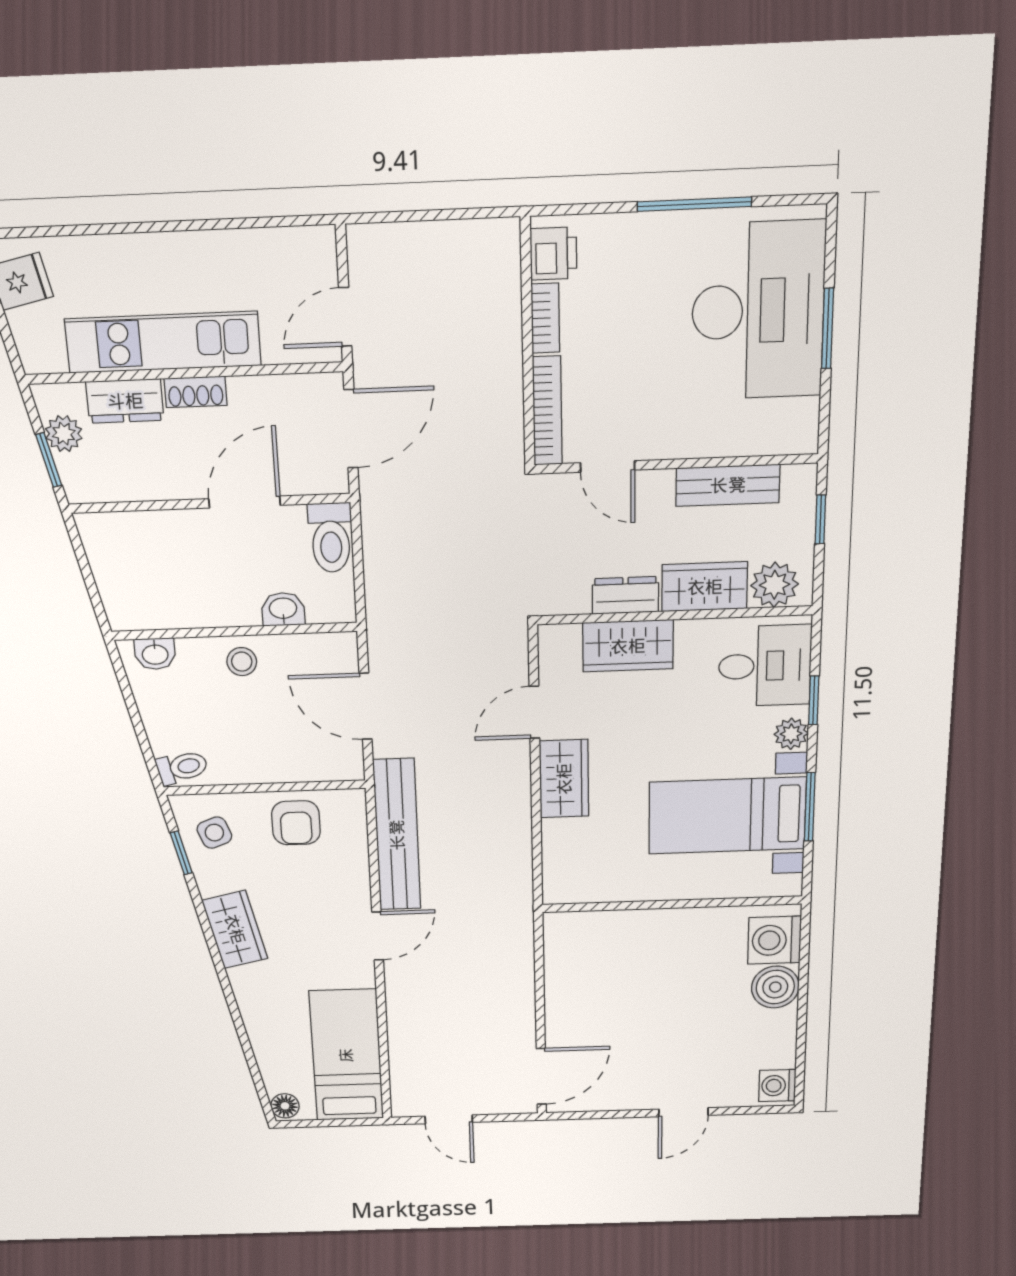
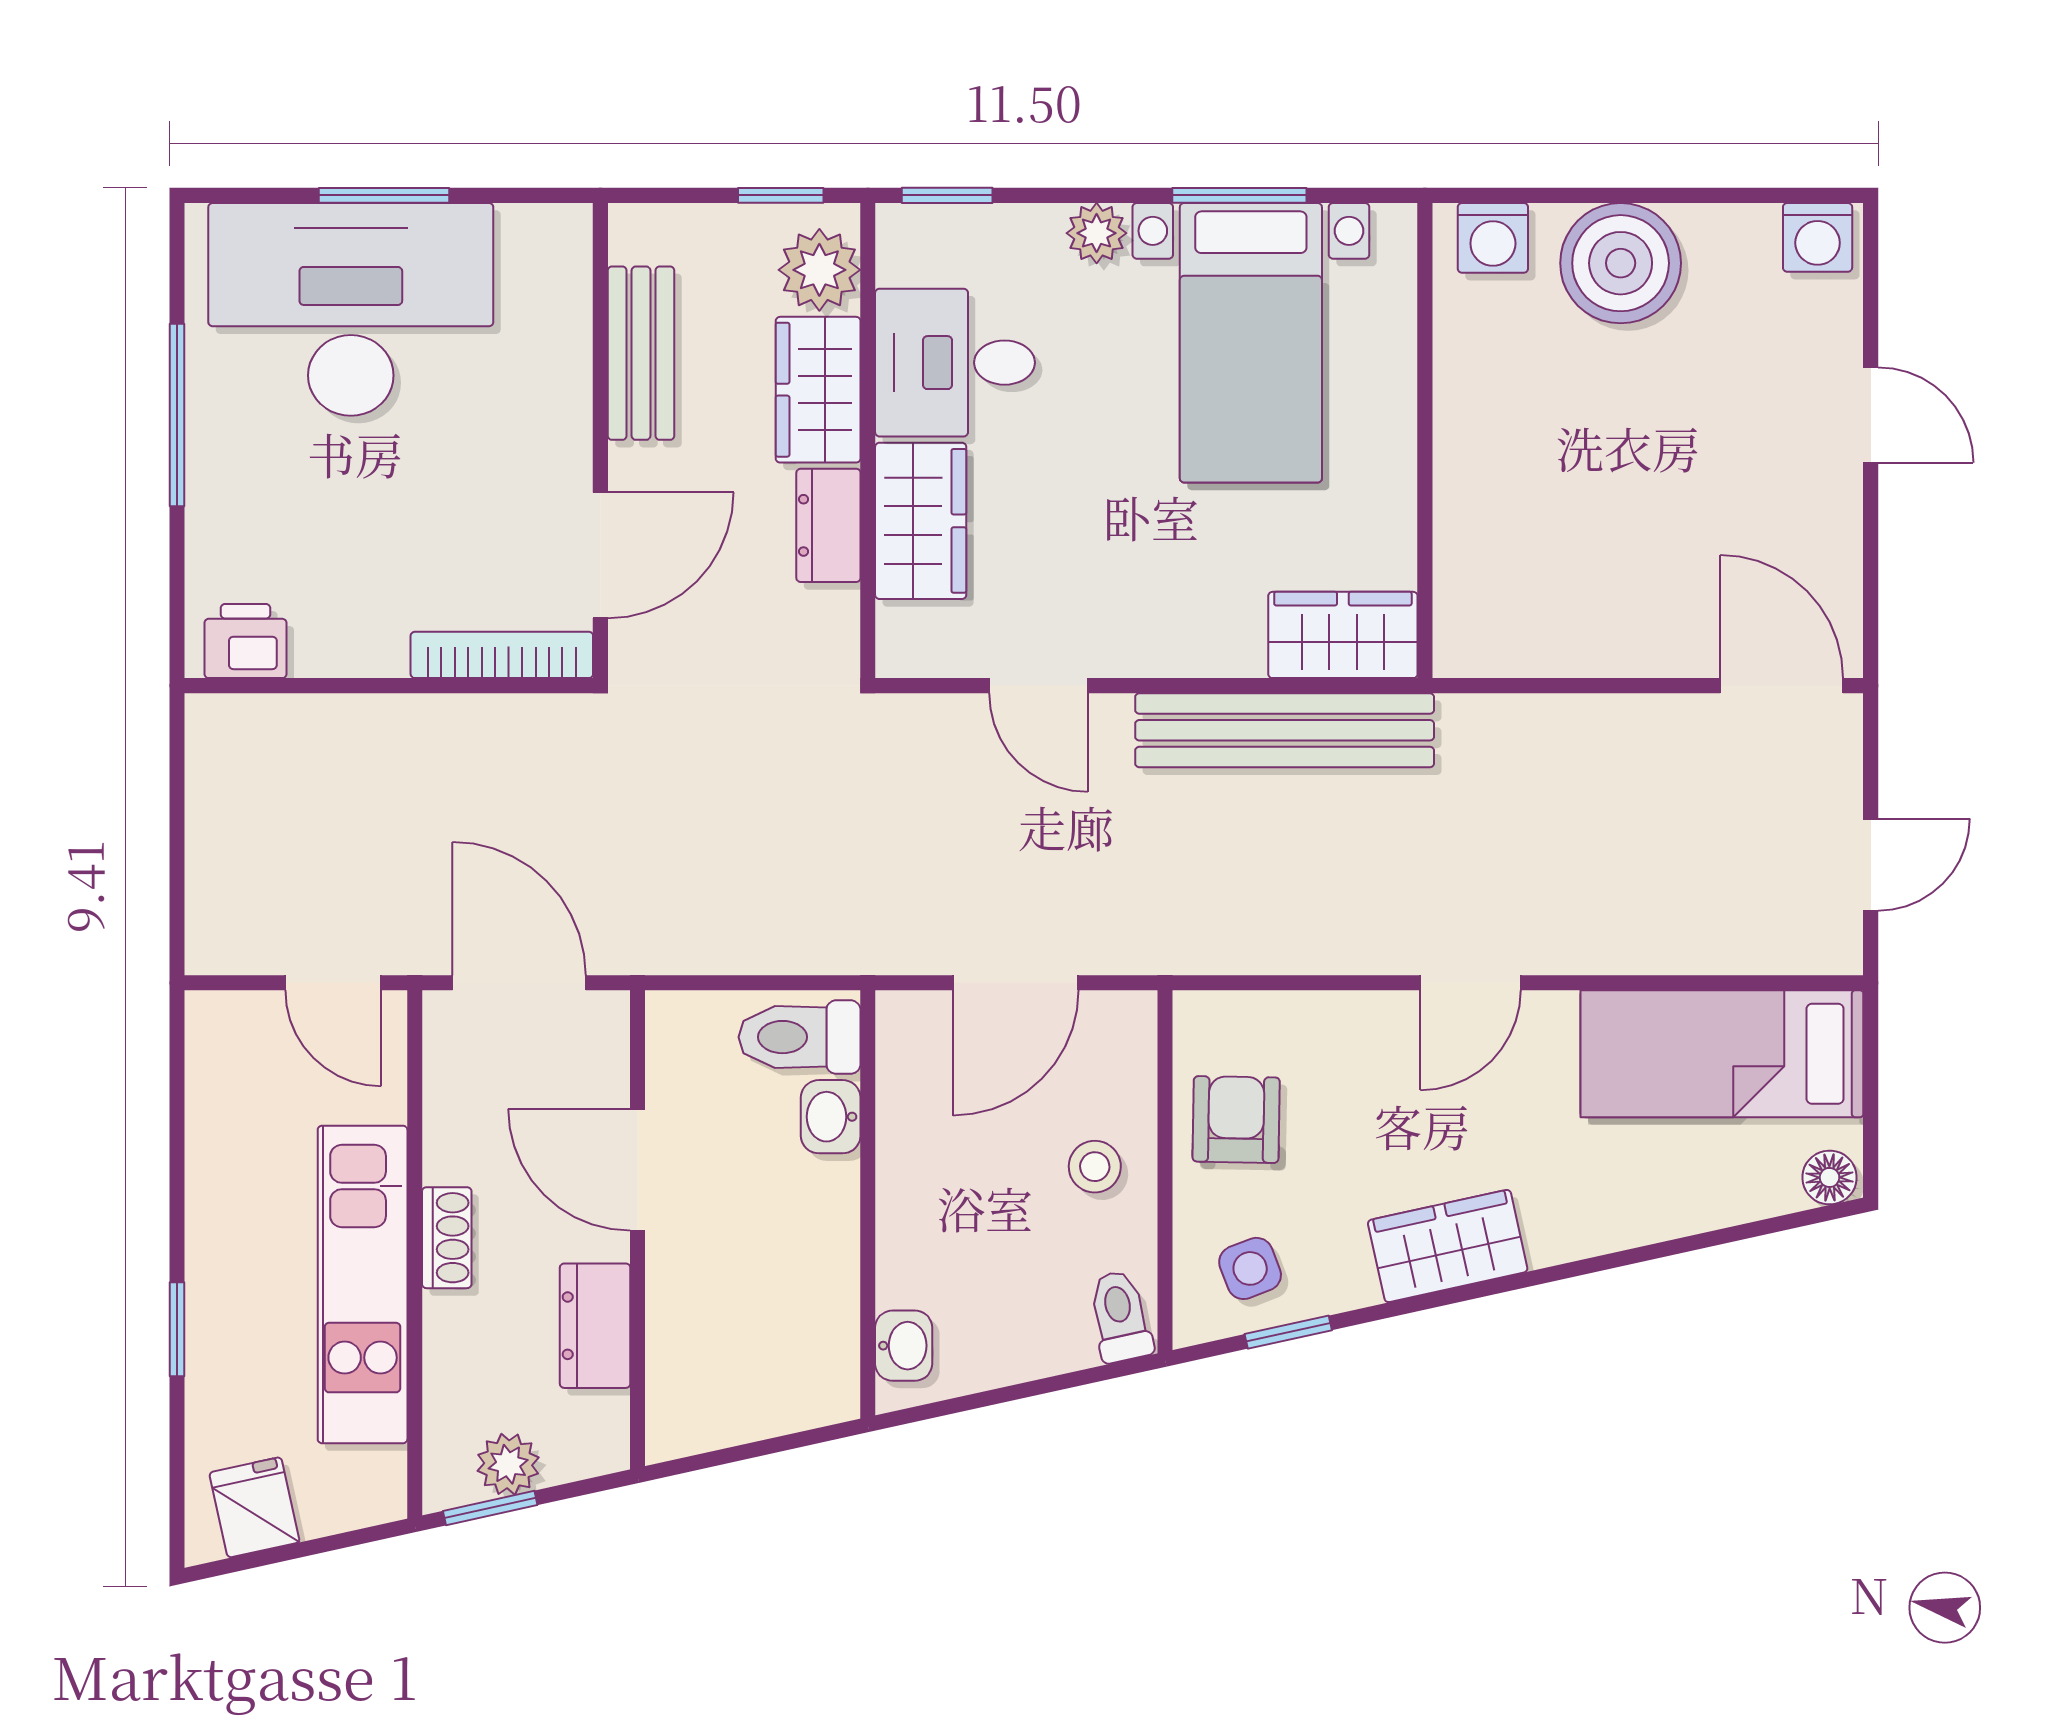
window: (125, 228) -> (177, 1329), added
bookcase: (545, 318) -> (349, 656), removed
dresser: (125, 401) -> (595, 1326), moved, turned 180
window: (49, 460) -> (490, 1508), moved
door: (608, 466) -> (600, 555), width x1.38
window: (820, 519) -> (781, 195), moved
toilet: (331, 538) -> (800, 1037), moved, turned 180
stool: (242, 662) -> (1095, 1167), moved
desk: (765, 666) -> (955, 363), moved, turned -90
window: (814, 700) -> (947, 195), moved
wardrobe: (564, 779) -> (1343, 635), moved
armchair: (296, 823) -> (1236, 1120), turned -89
bench: (397, 835) -> (1285, 730), moved
door: (378, 936) -> (1471, 983), swing flipped
washing machine: (775, 940) -> (1493, 238), width x0.73, depth x0.73
boiler: (775, 987) -> (1621, 263), width x1.37, depth x1.37

